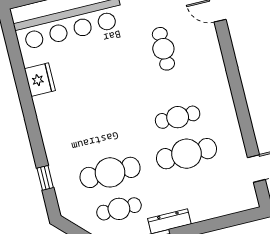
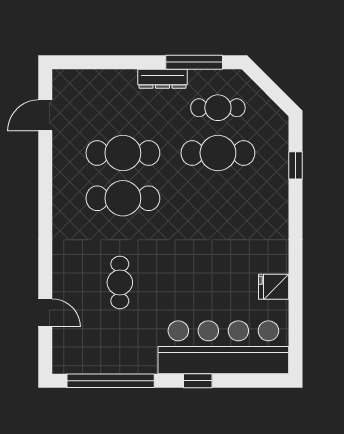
fridge: (40, 80) -> (274, 287), width x0.72
cafe table: (178, 117) -> (123, 198), width x1.37, depth x1.35

